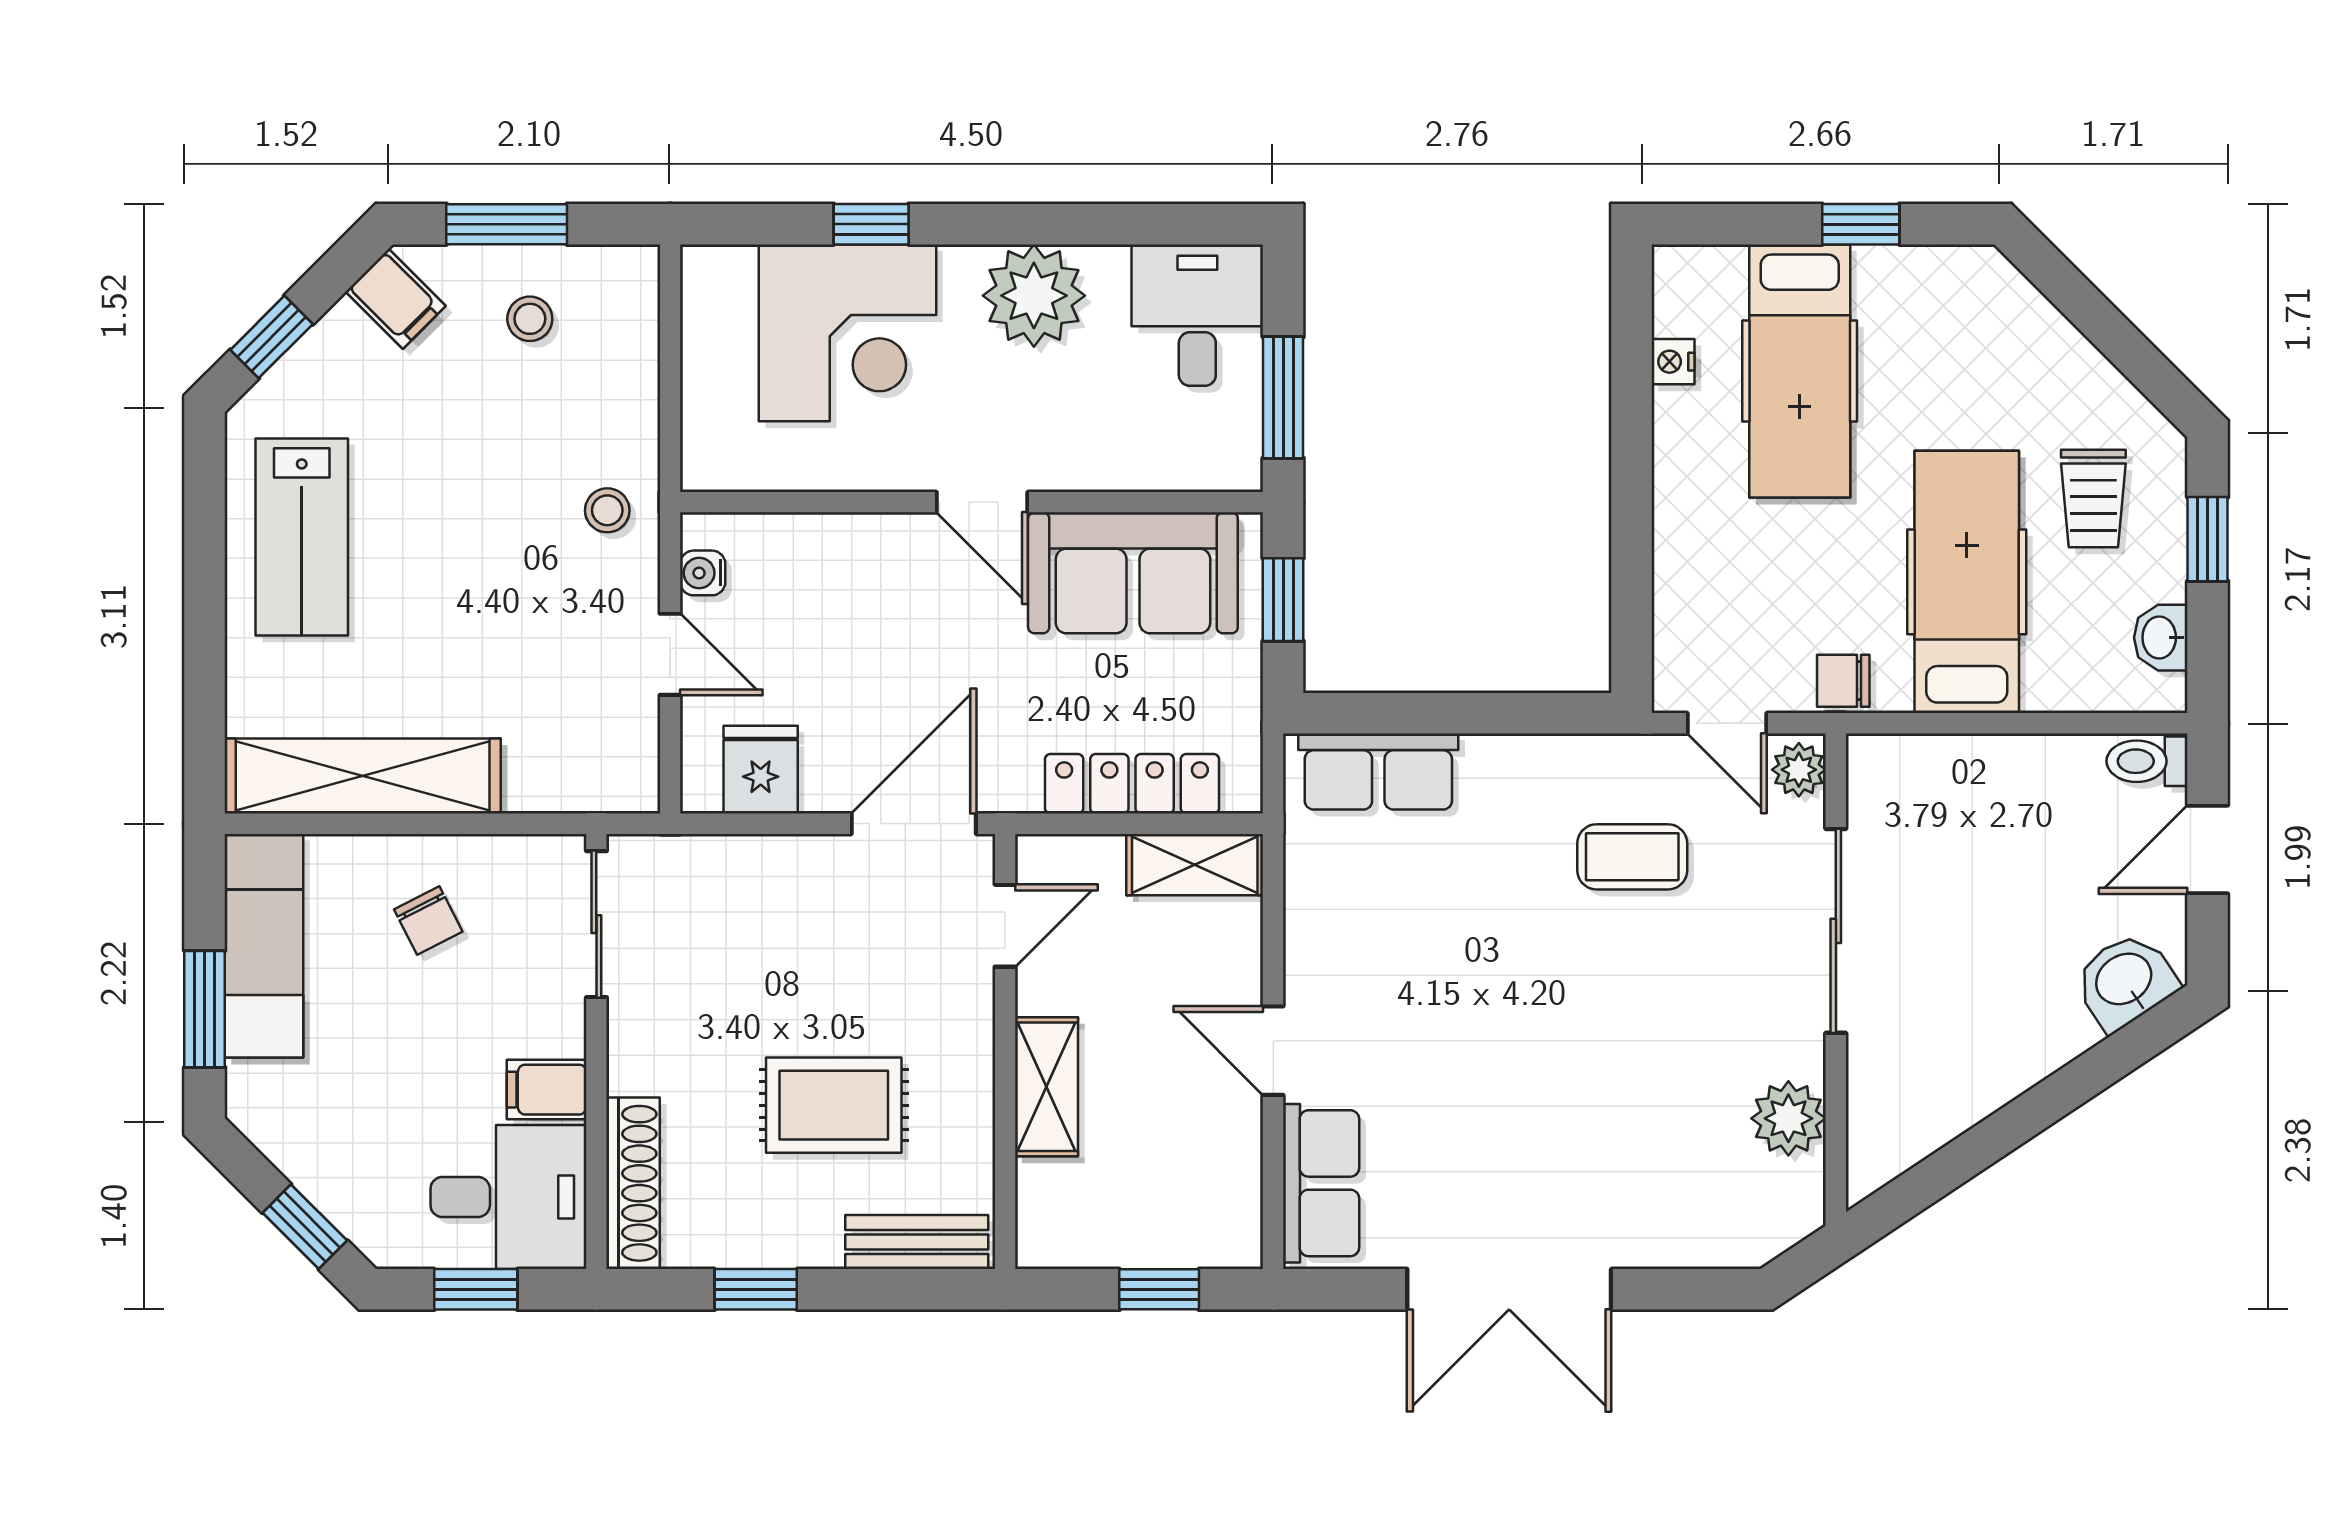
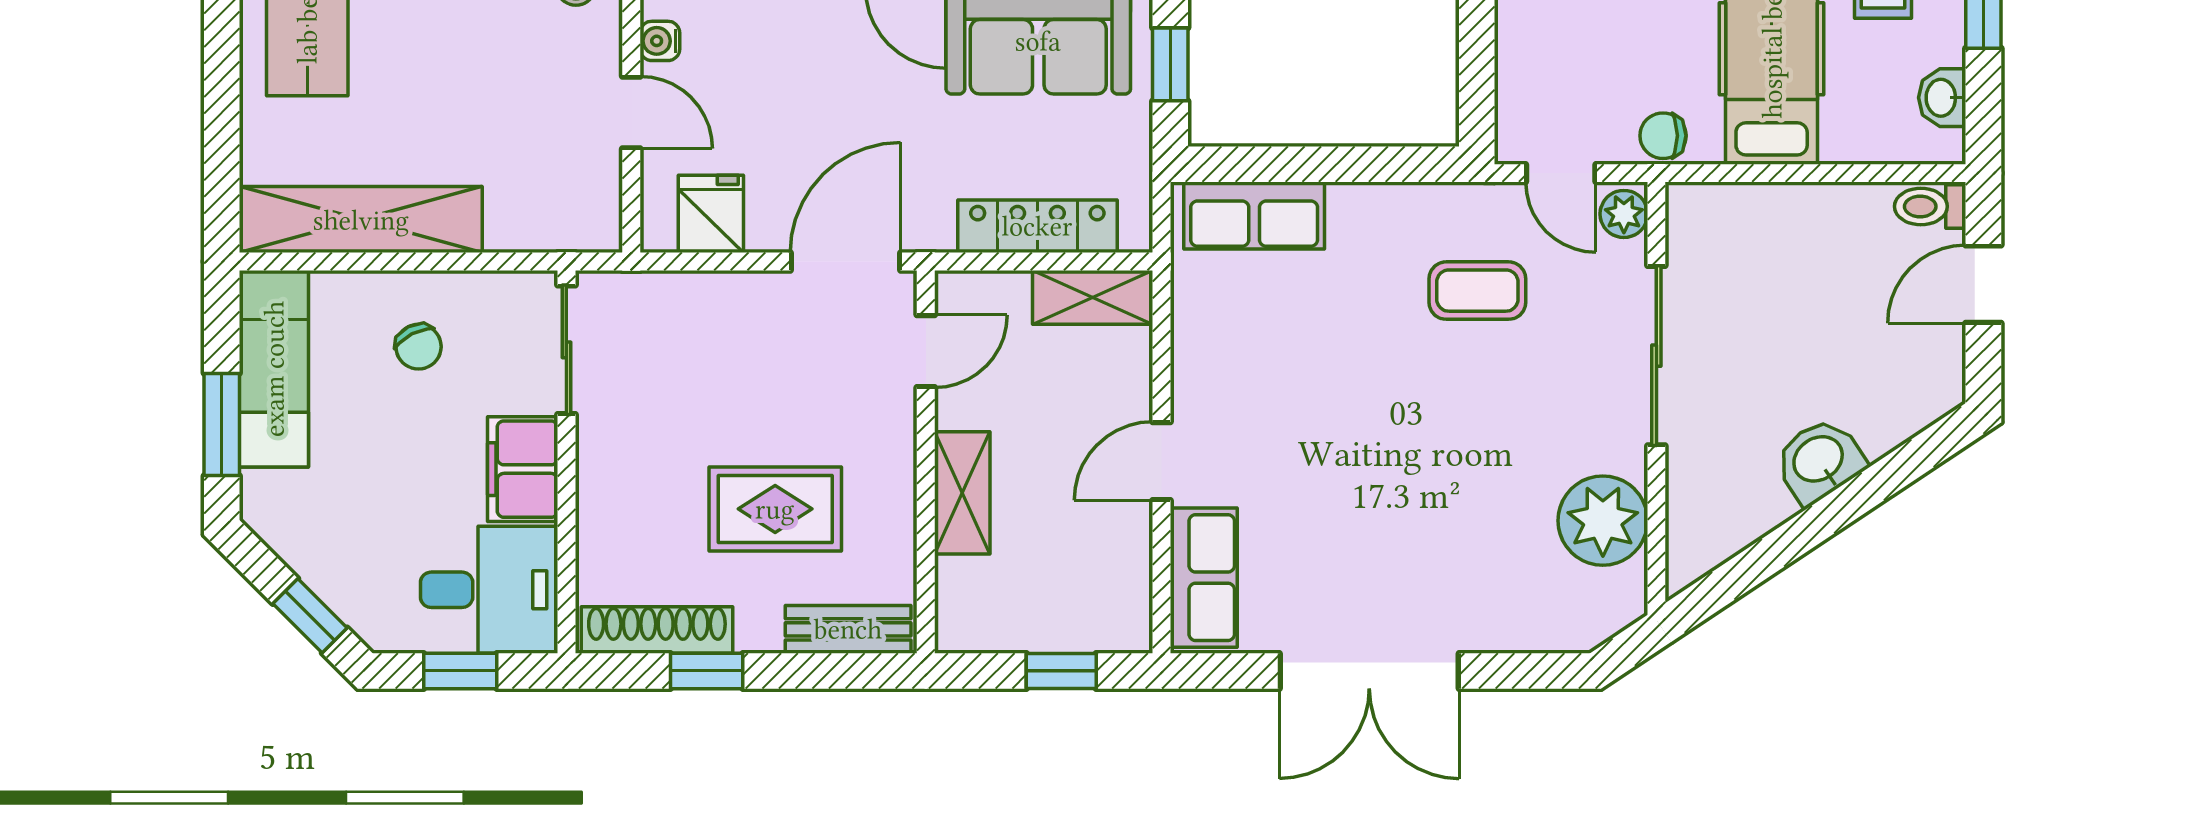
washbasin: (2125, 981) -> (1819, 461), moved
door: (1273, 1051) -> (1161, 461), hinge flipped
filing cabinet: (547, 1090) -> (523, 469), width x2.00
plant: (1788, 1118) -> (1603, 521), width x1.36, depth x1.36
shoe rack: (633, 1183) -> (657, 630), moved, turned -90

